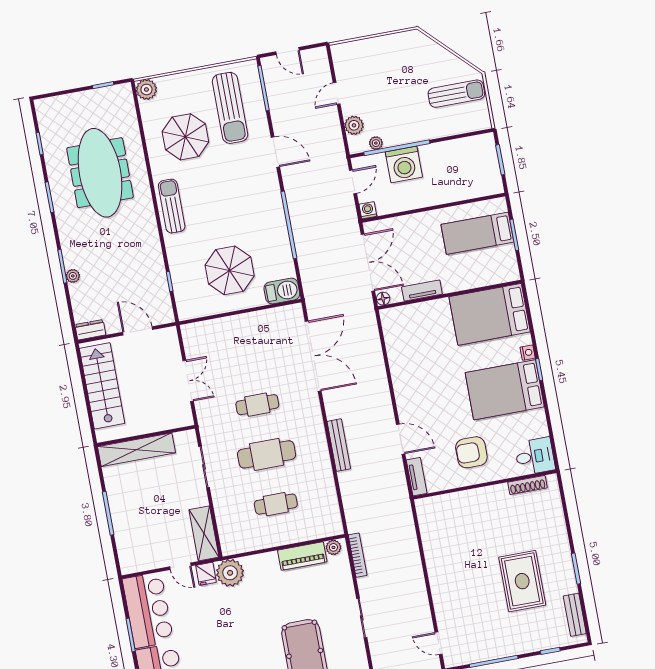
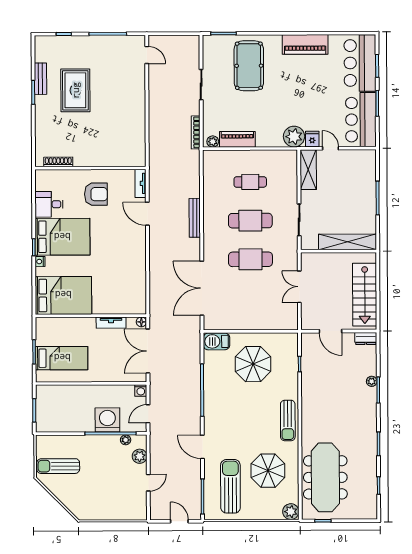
meeting table: (100, 173) -> (325, 477), moved
cafe table: (257, 405) -> (250, 259), width x1.37, depth x1.35
desk: (535, 456) -> (49, 204), moved
bench: (575, 615) -> (41, 79), moved

